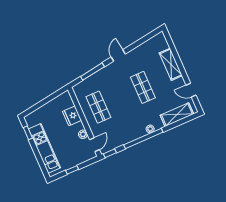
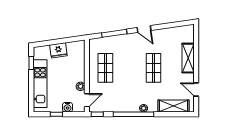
door: (118, 55) -> (144, 29), swing flipped
fridge: (72, 116) -> (58, 50), moved, turned -98
water cooler: (79, 159) -> (67, 107), added

